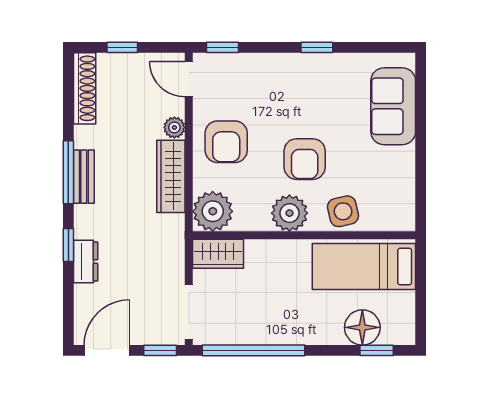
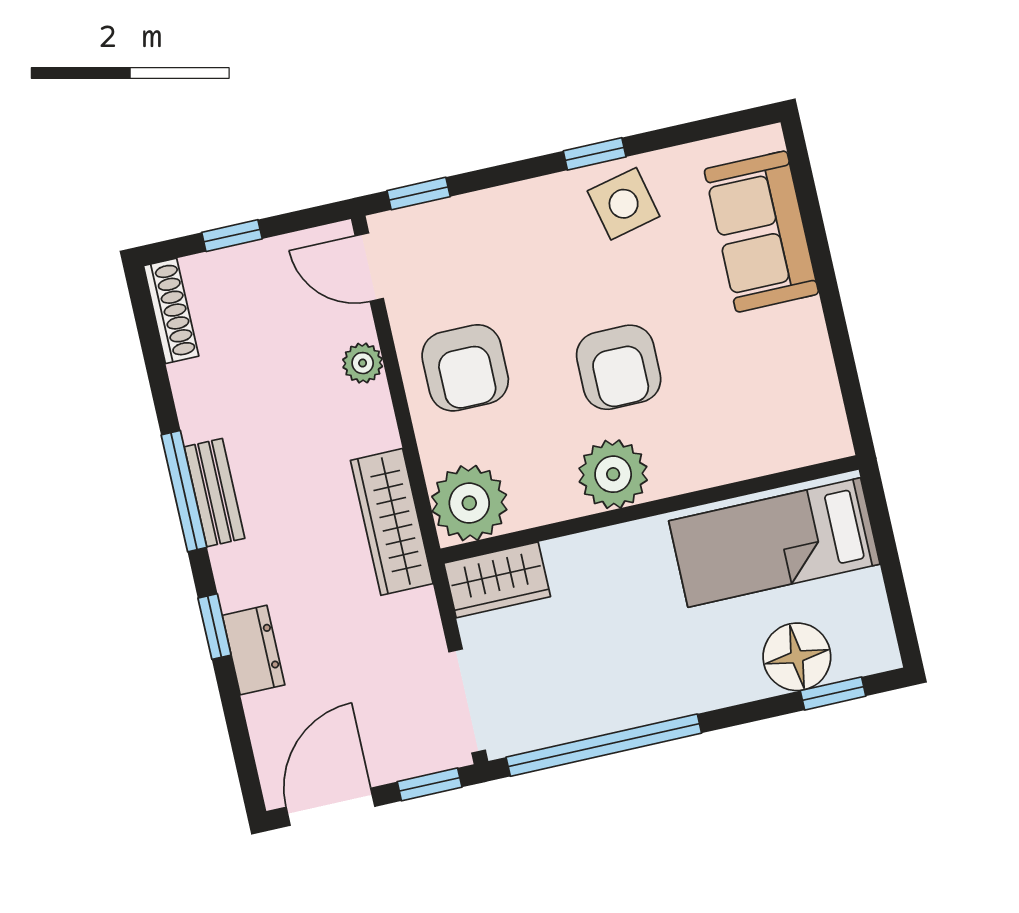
shoe rack: (85, 88) -> (171, 311), width x0.74, depth x0.81
wardrobe: (171, 176) -> (392, 522), moved
side table: (343, 211) -> (624, 204), moved

